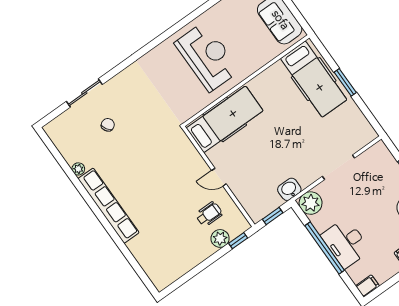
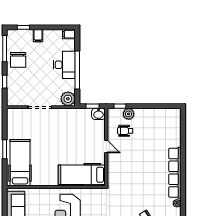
washbasin: (289, 189) -> (98, 114), moved

